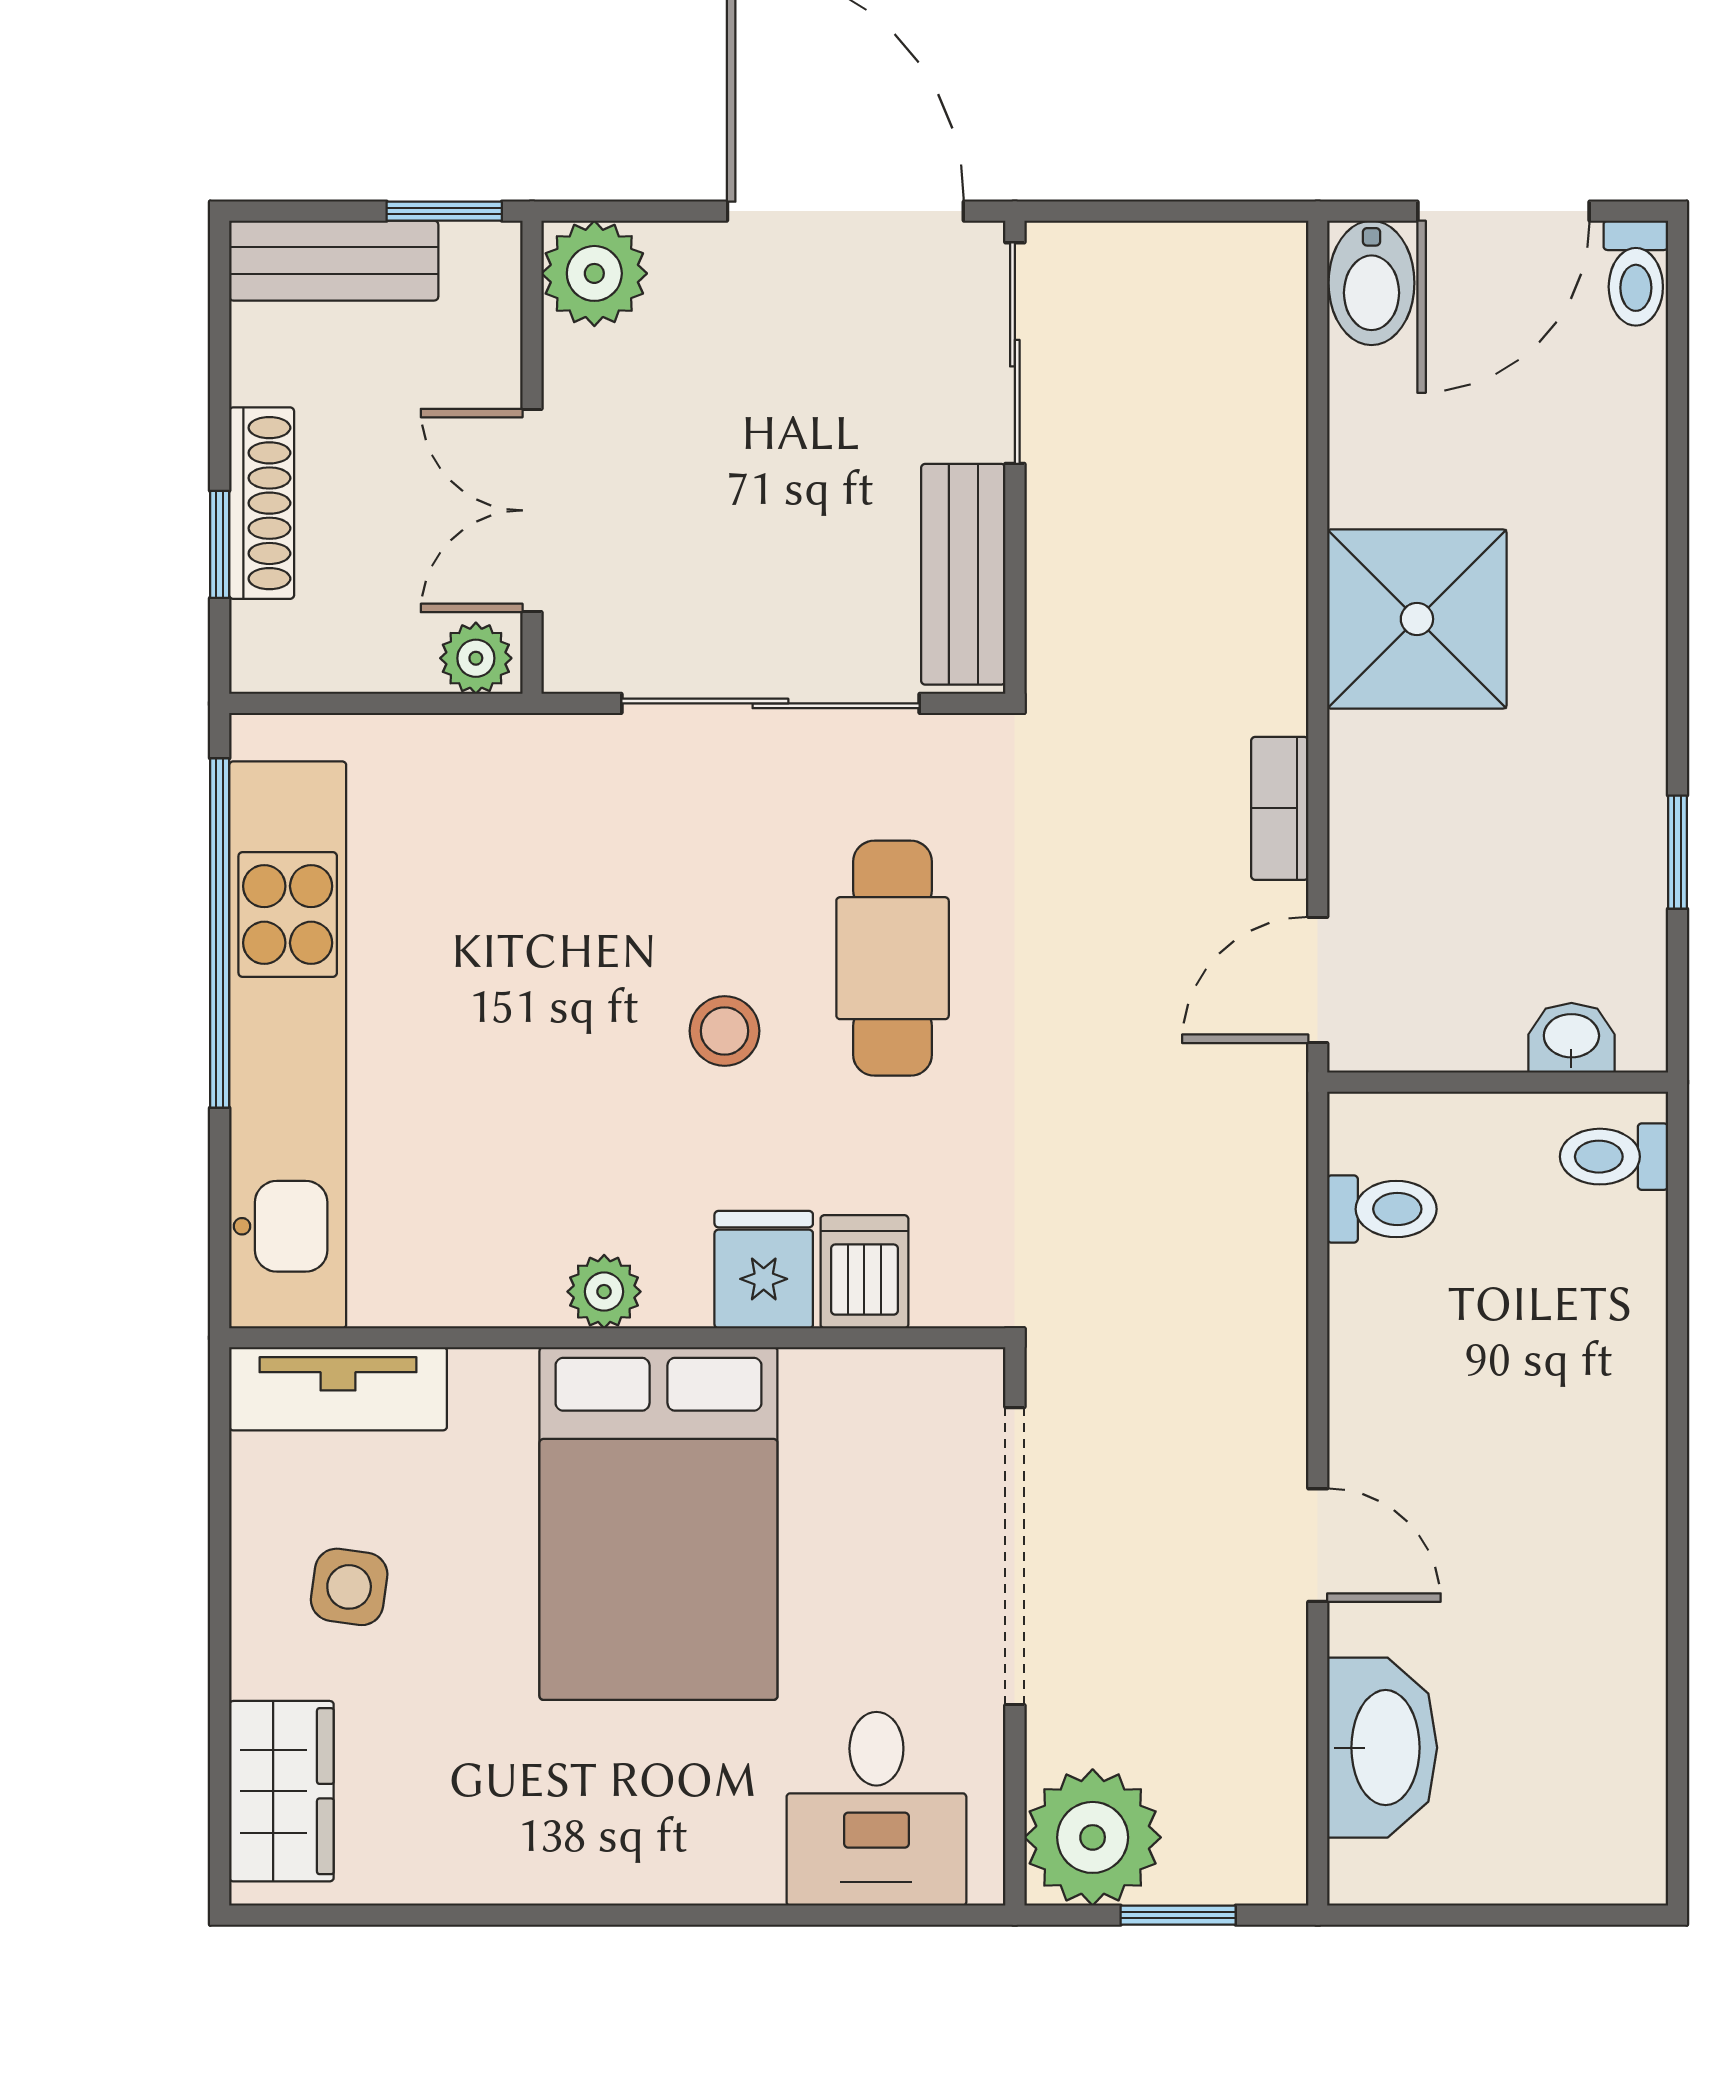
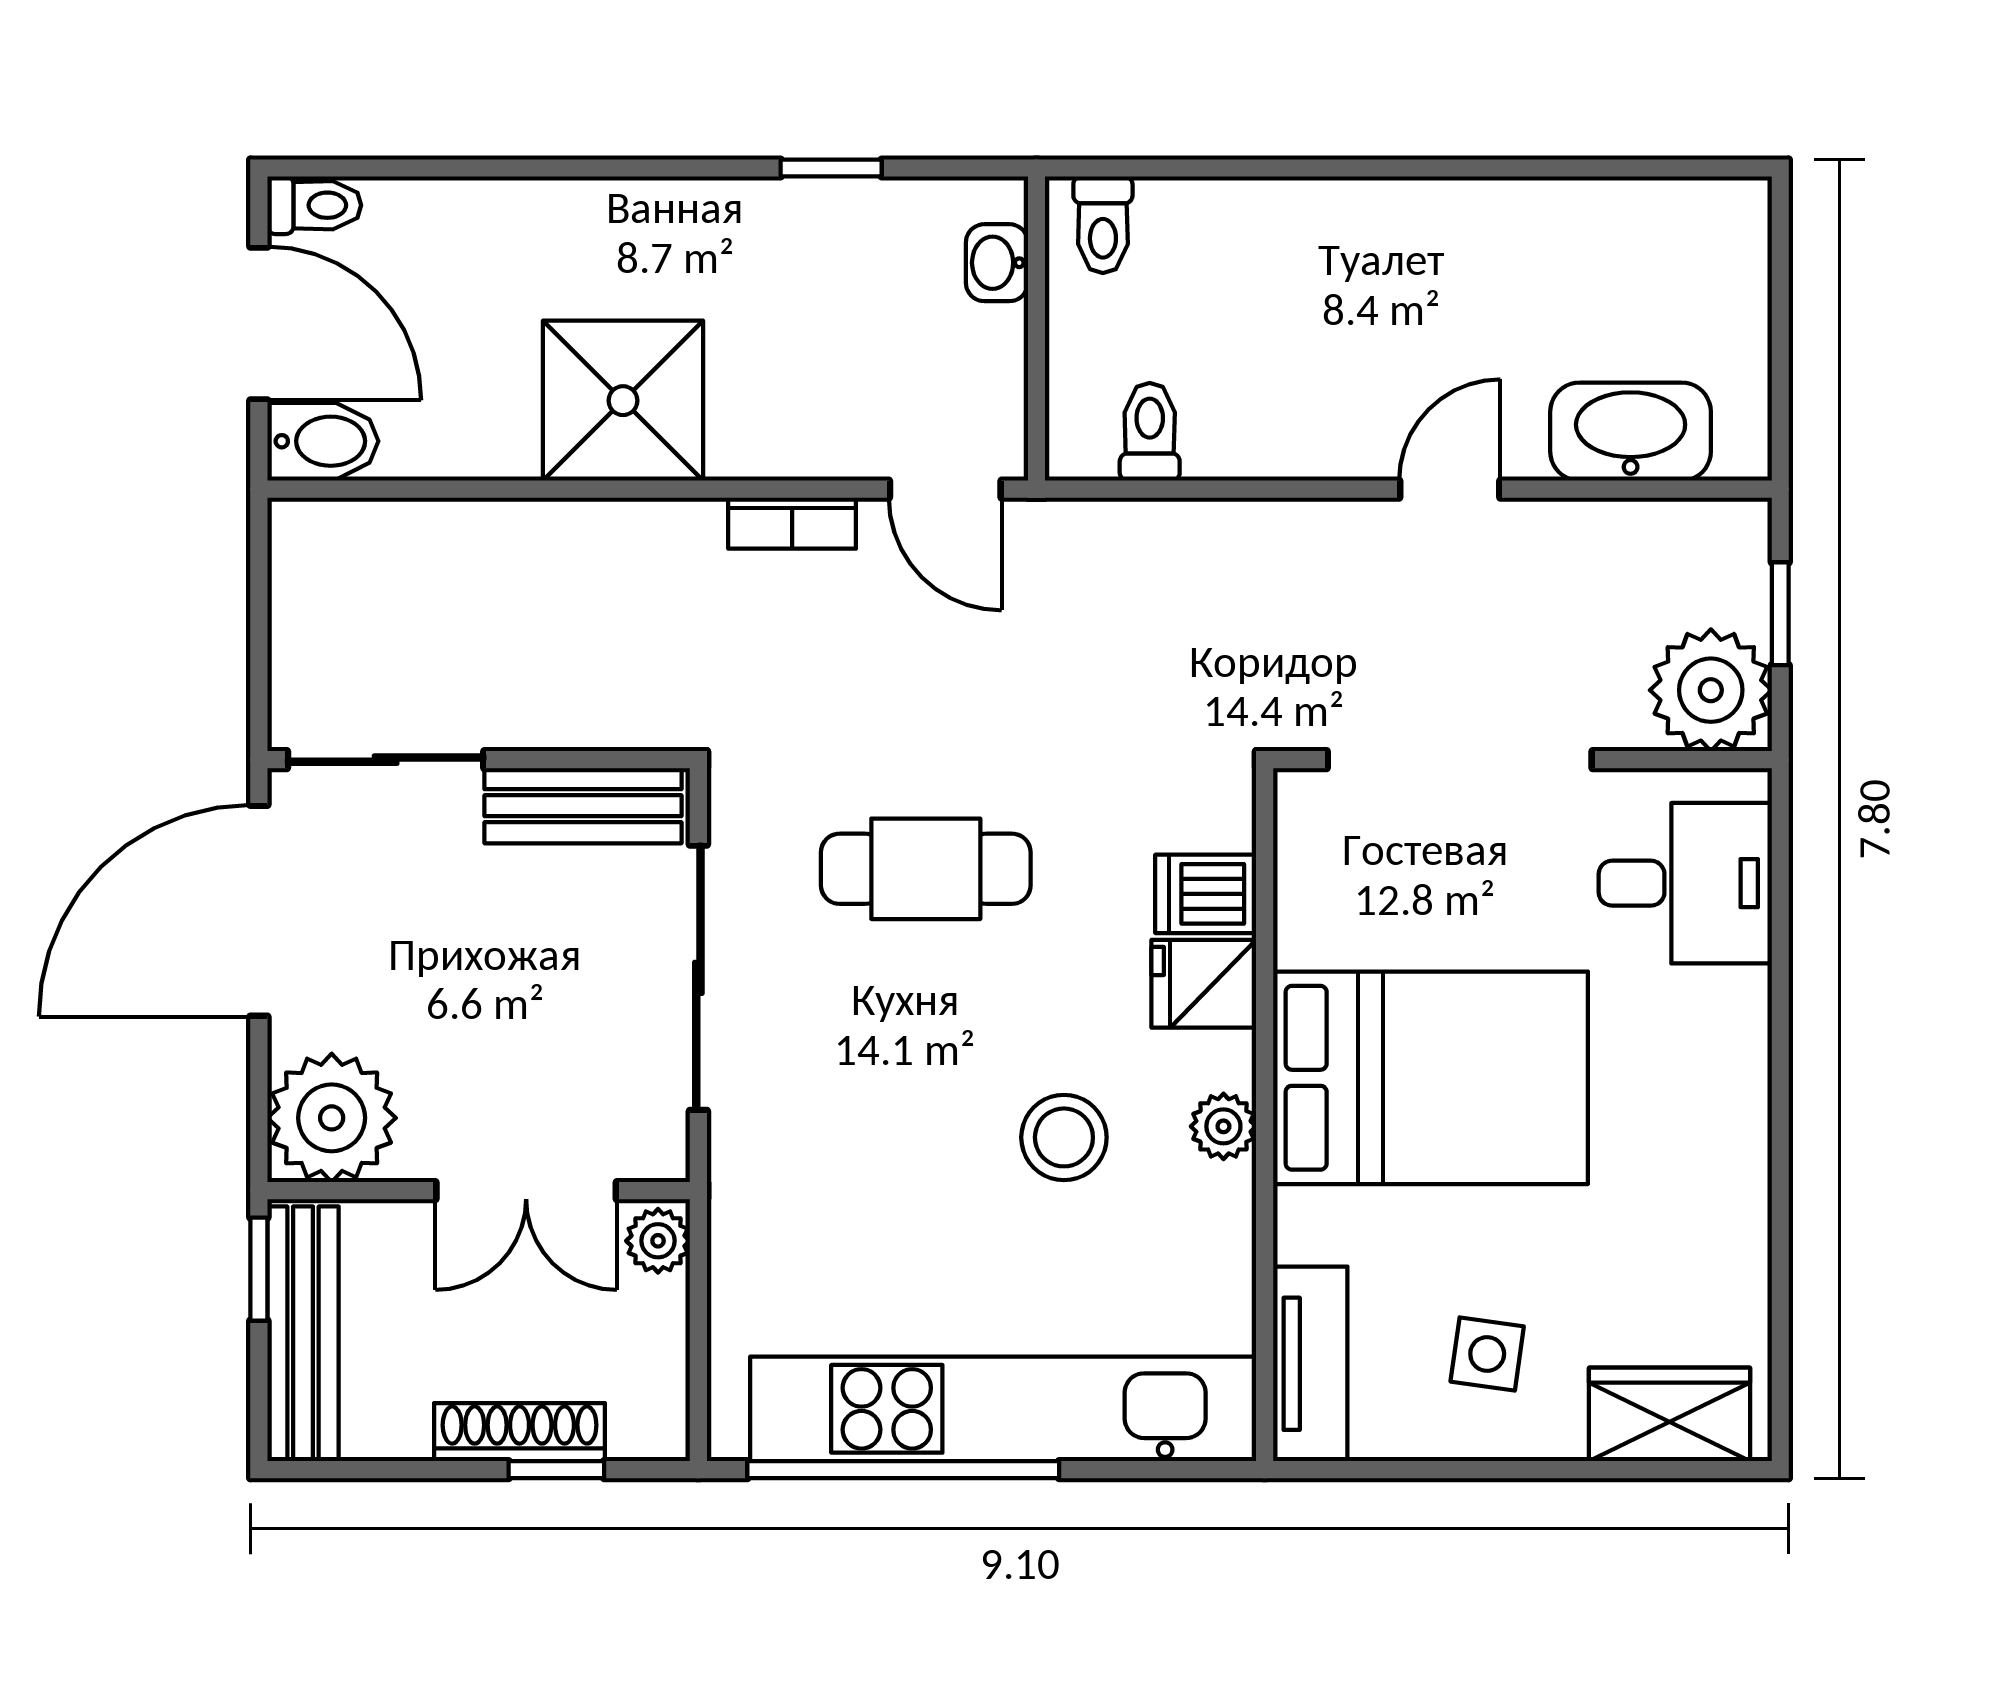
bench: (334, 261) -> (303, 1334), width x1.36
plant: (594, 273) -> (332, 1118), width x1.36, depth x1.36
stool: (725, 1031) -> (1064, 1137), moved, width x1.37, depth x1.37

